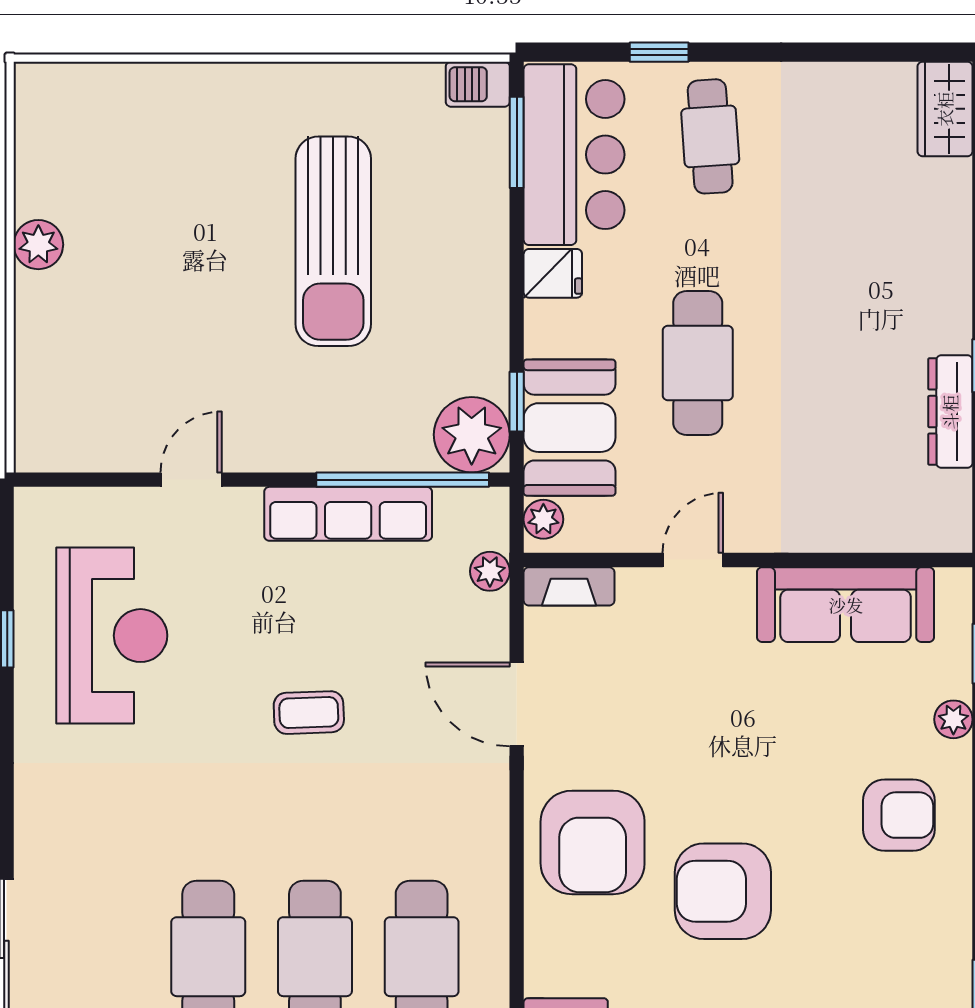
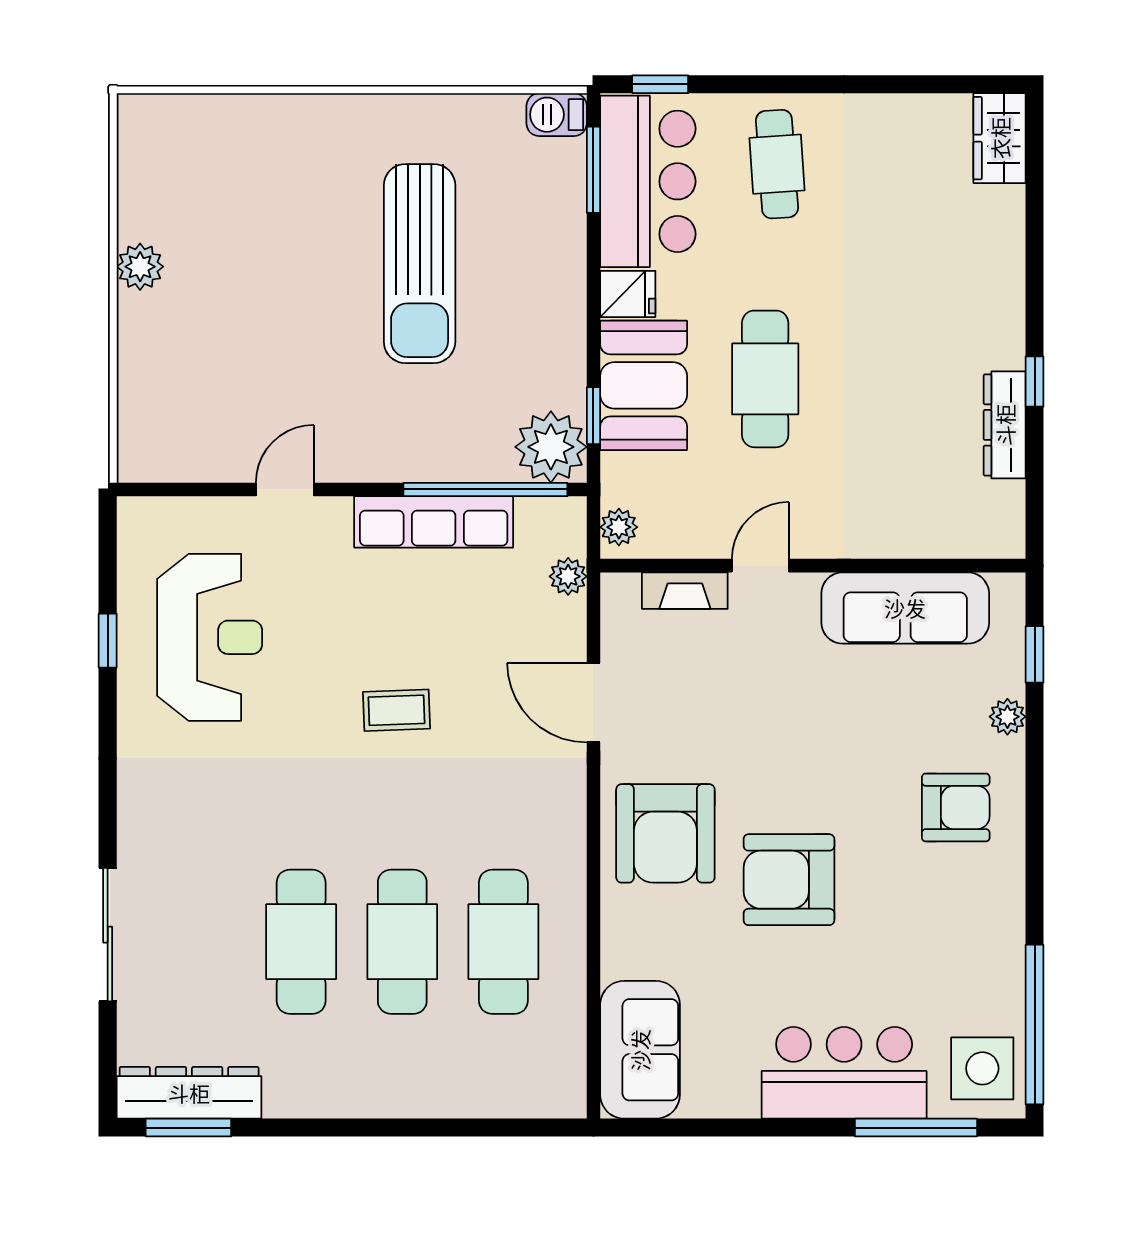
window: (659, 52) -> (660, 84), moved
booth: (570, 428) -> (644, 385), moved
fireplace: (569, 586) -> (685, 591), moved

